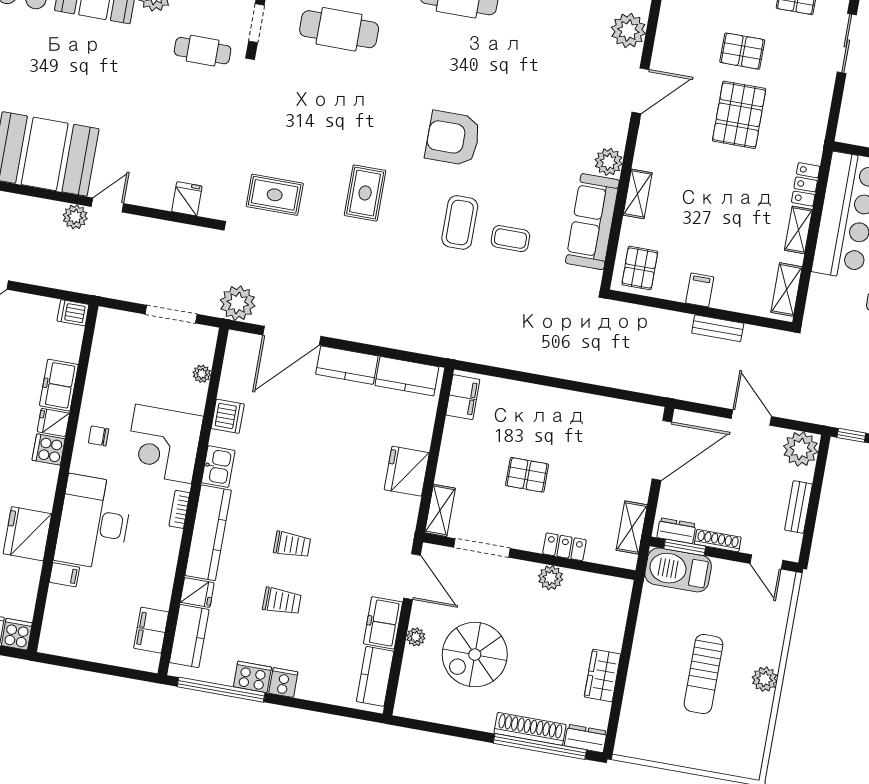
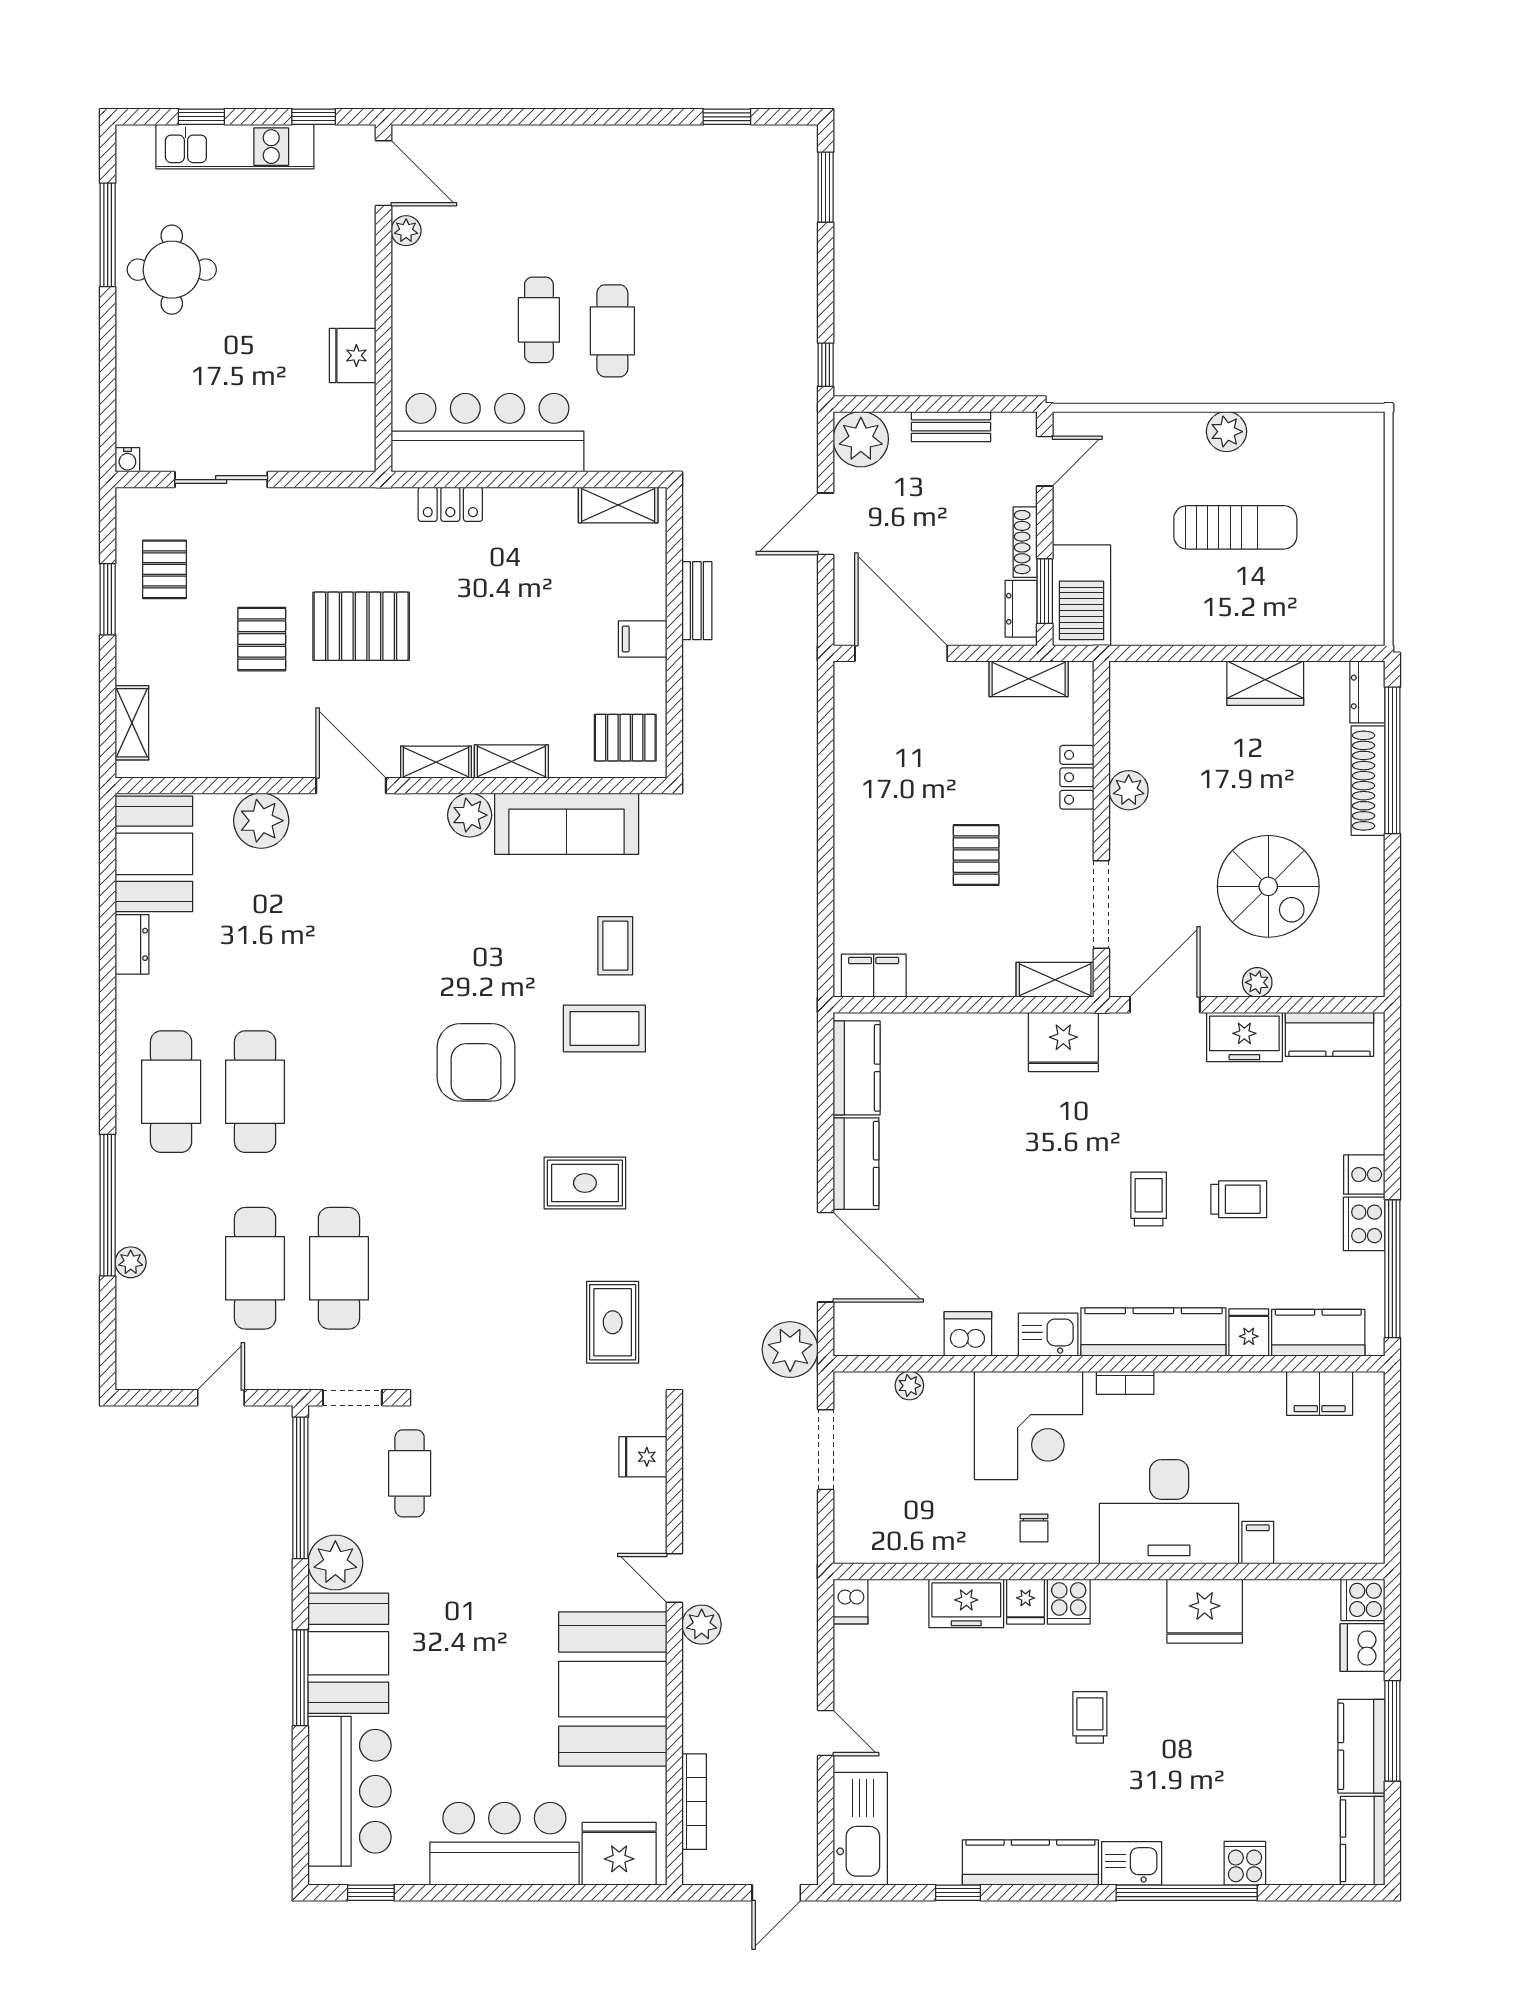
shelving: (798, 230) -> (436, 762), moved
fridge: (407, 471) -> (1063, 1042), moved
trolley: (282, 601) -> (1239, 1199), turned 90

